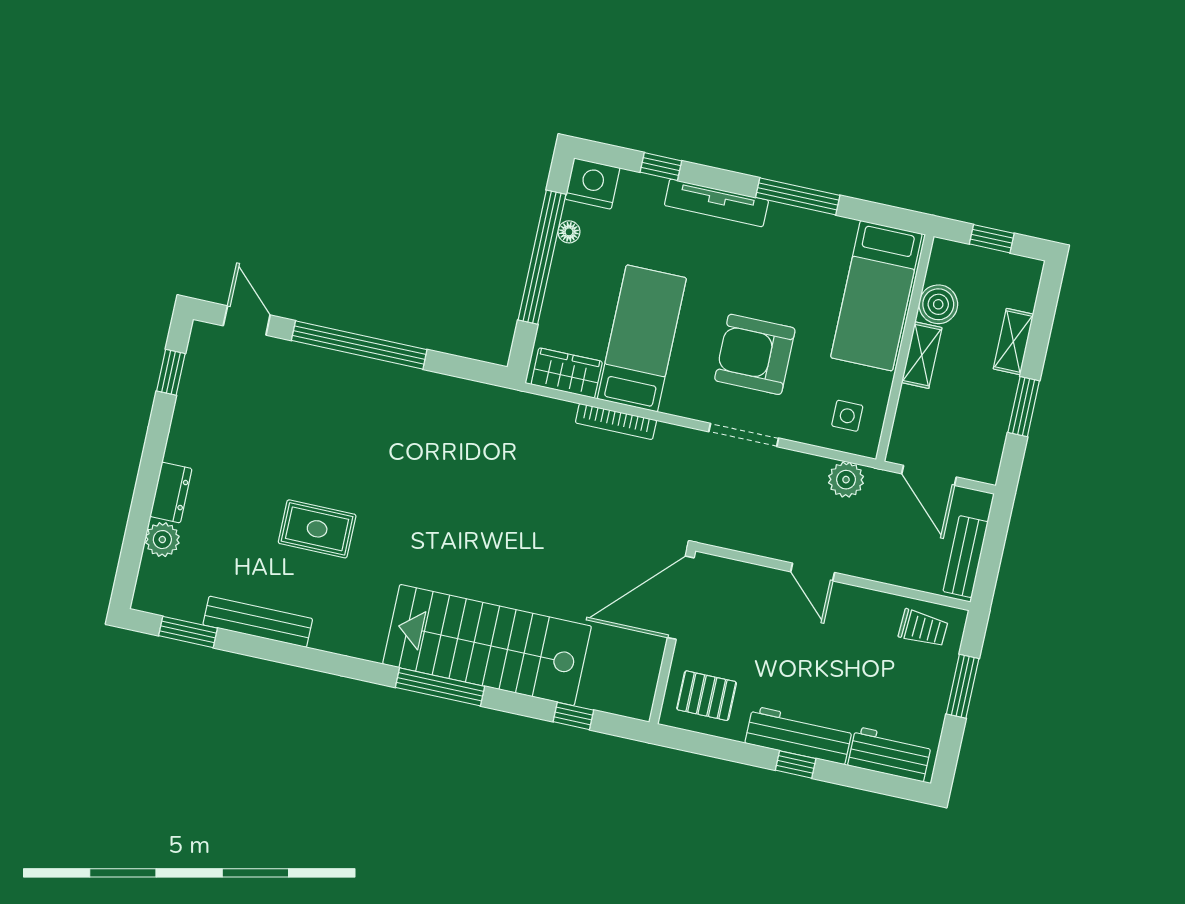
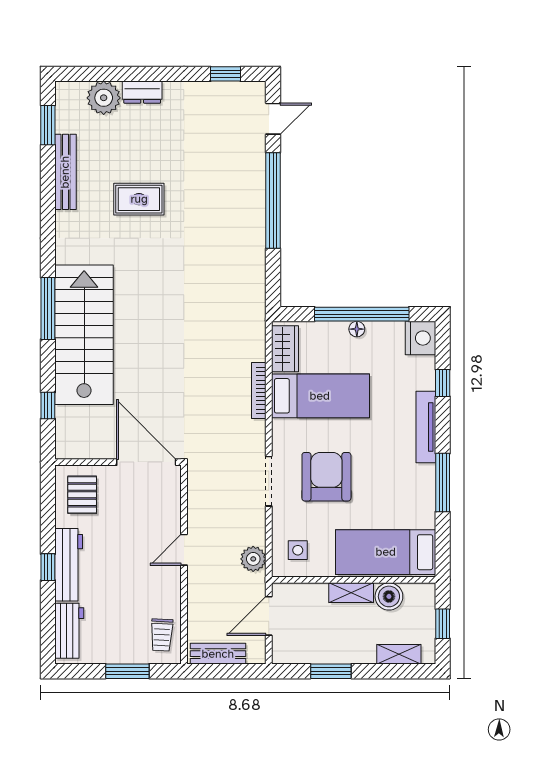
floor lamp: (569, 232) -> (357, 329), moved
shelving: (1013, 342) -> (399, 654), moved
rug: (317, 529) -> (139, 199), turned 90
plant: (162, 540) -> (104, 98), width x1.36, depth x1.36

